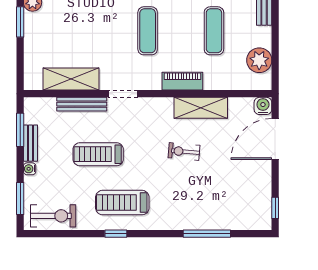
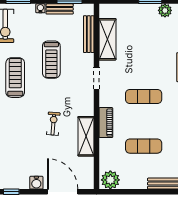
plant: (259, 60) -> (110, 180), moved
bench: (82, 104) -> (89, 34), moved
water cooler: (263, 106) -> (36, 183), moved, turned 90
treadmill: (98, 154) -> (51, 60), turned 180

